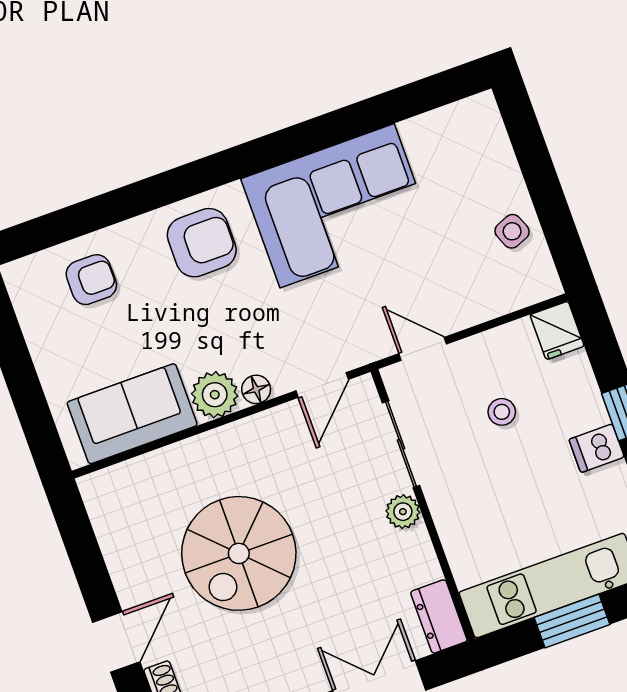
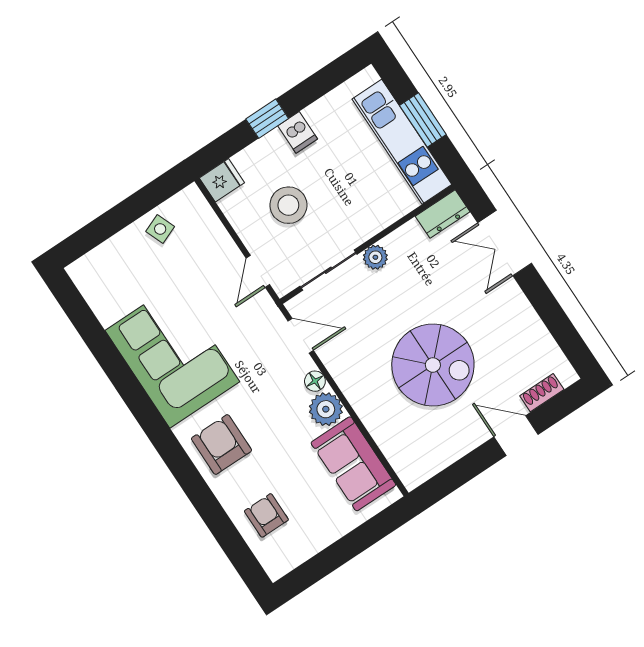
stool: (502, 412) -> (288, 205), width x1.89, depth x1.89

